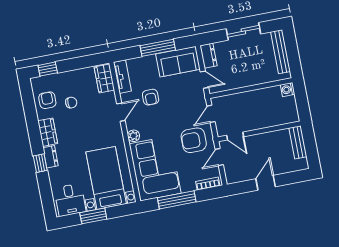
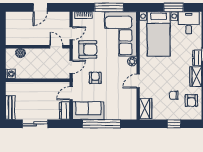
window: (158, 48) -> (101, 124), width x1.46
bench: (280, 52) -> (10, 108), width x0.73
window: (48, 69) -> (174, 124), moved
tv unit: (122, 77) -> (132, 107), removed
door: (204, 80) -> (71, 93), hinge flipped
armchair: (151, 97) -> (95, 78), moved
boiler: (280, 119) -> (20, 53), added
bench: (298, 142) -> (10, 33), removed

